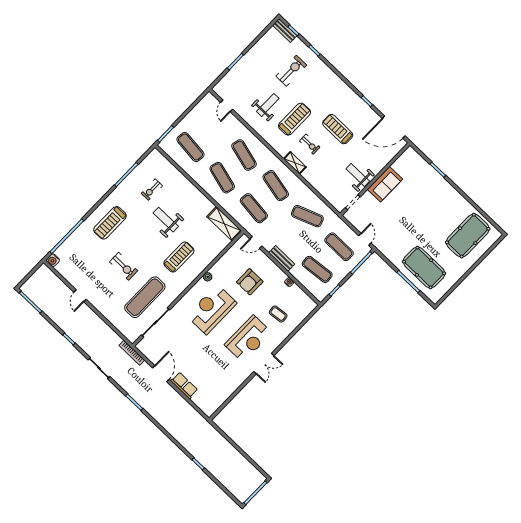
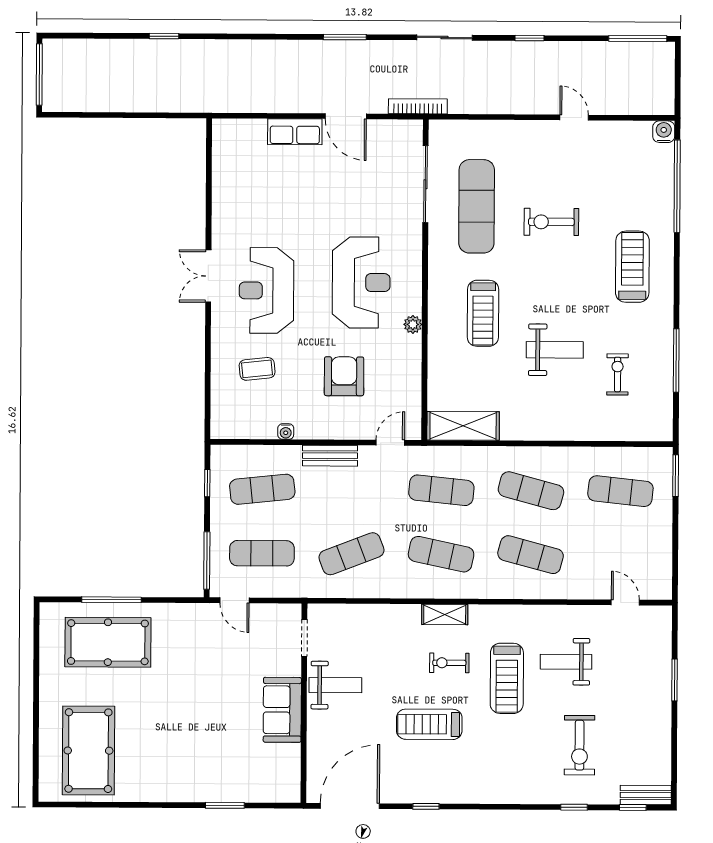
weight bench: (268, 105) -> (566, 662), turned 90
treadmill: (338, 129) -> (429, 724), turned 180

